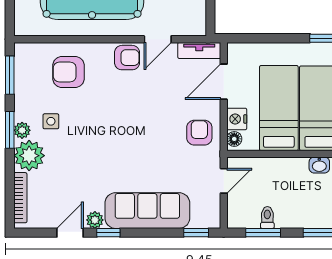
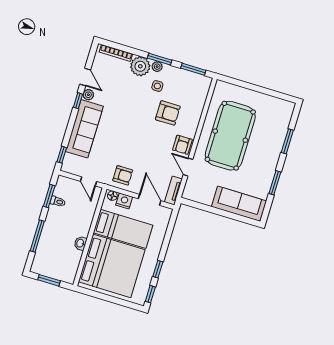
armchair: (68, 72) -> (168, 113), moved, turned 90

